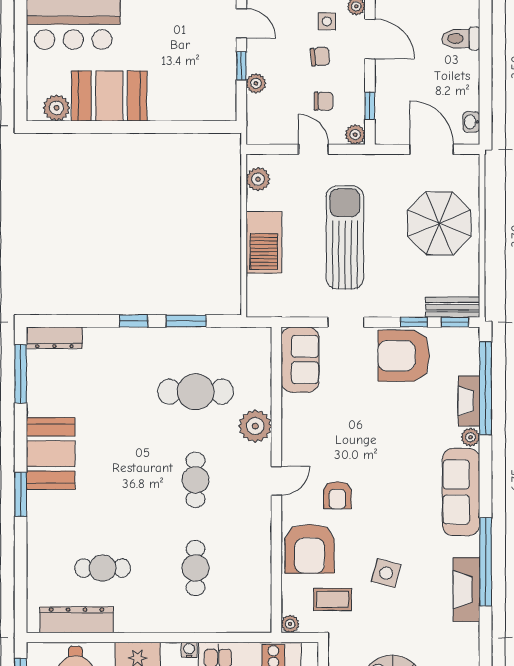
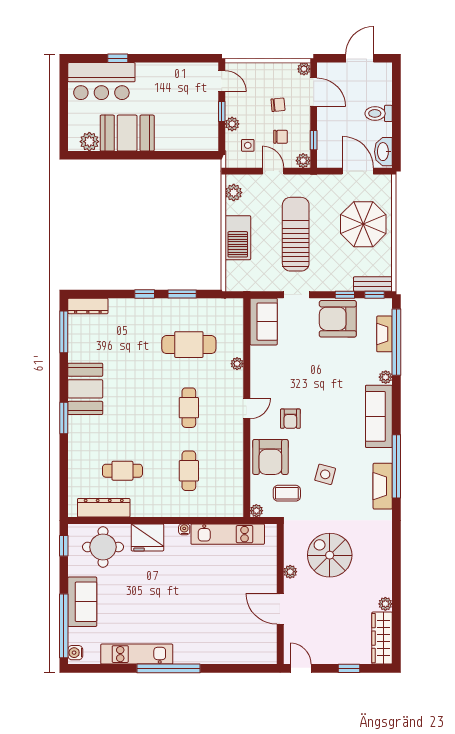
side table: (327, 21) -> (248, 145), moved
toilet: (461, 39) -> (379, 113), moved
washbasin: (471, 122) -> (383, 152), width x1.91, depth x1.45
fireplace: (469, 401) -> (384, 334), moved
plant: (255, 426) -> (237, 364), width x0.53, depth x0.53

